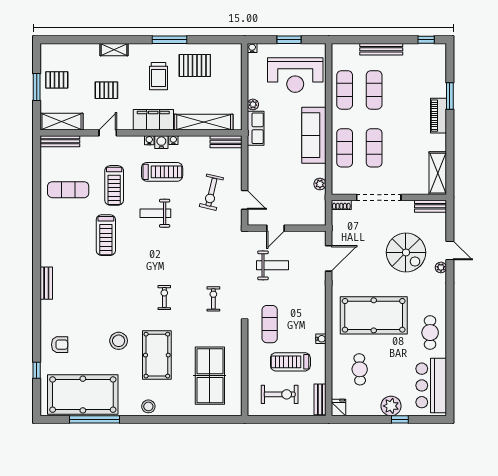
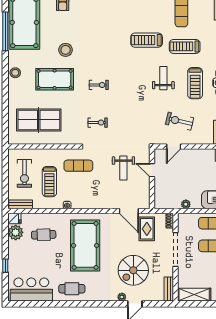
rug: (352, 235) -> (147, 229), added
treadmill: (290, 362) -> (49, 182), turned 180
plant: (391, 406) -> (16, 232), moved

